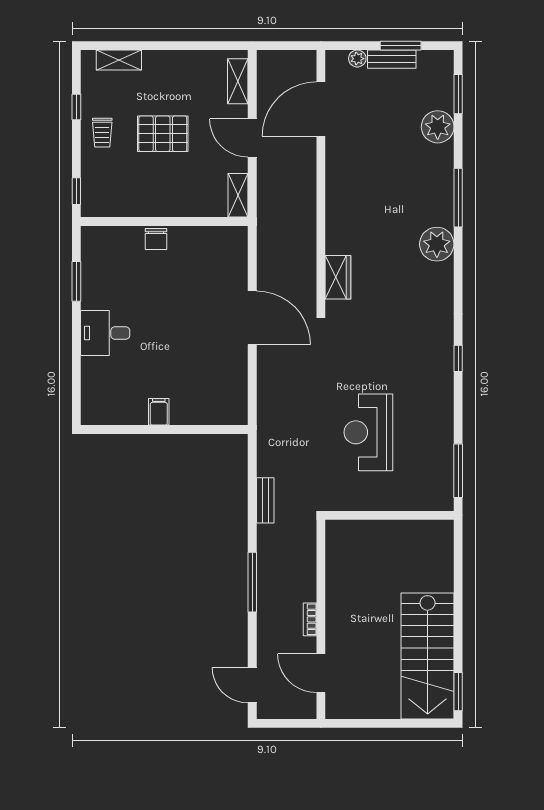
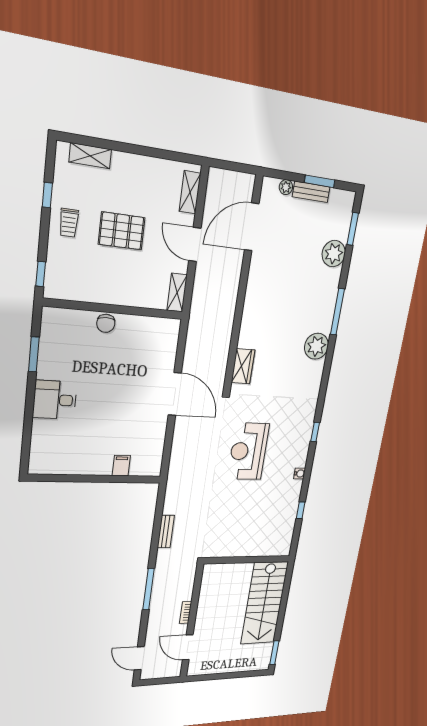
filing cabinet: (159, 412) -> (121, 466), moved
water cooler: (446, 417) -> (300, 473), added
reception desk: (368, 432) -> (248, 451), moved
window: (458, 471) -> (301, 510), width x0.46
wall: (389, 515) -> (247, 560), moved
stairs: (428, 656) -> (264, 603), moved

